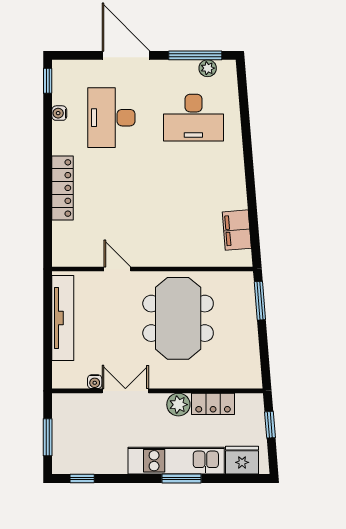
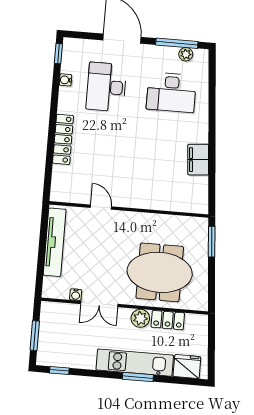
filing cabinet: (237, 230) -> (198, 160), moved
meeting table: (178, 318) -> (160, 272), moved, turned 90
double door: (125, 391) -> (99, 304), swing flipped
window: (270, 425) -> (211, 340), removed

